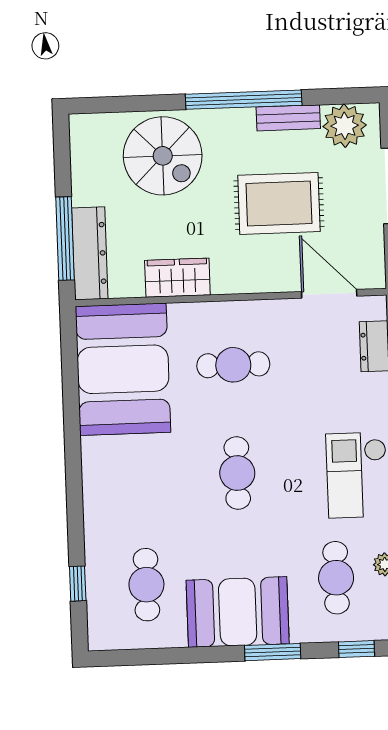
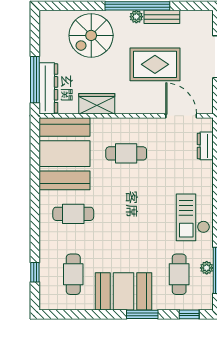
plant: (345, 126) -> (136, 17), moved, width x0.53, depth x0.53
spiral stairs: (163, 156) -> (91, 35), turned 90
cafe table: (237, 473) -> (73, 214), moved, turned 90

